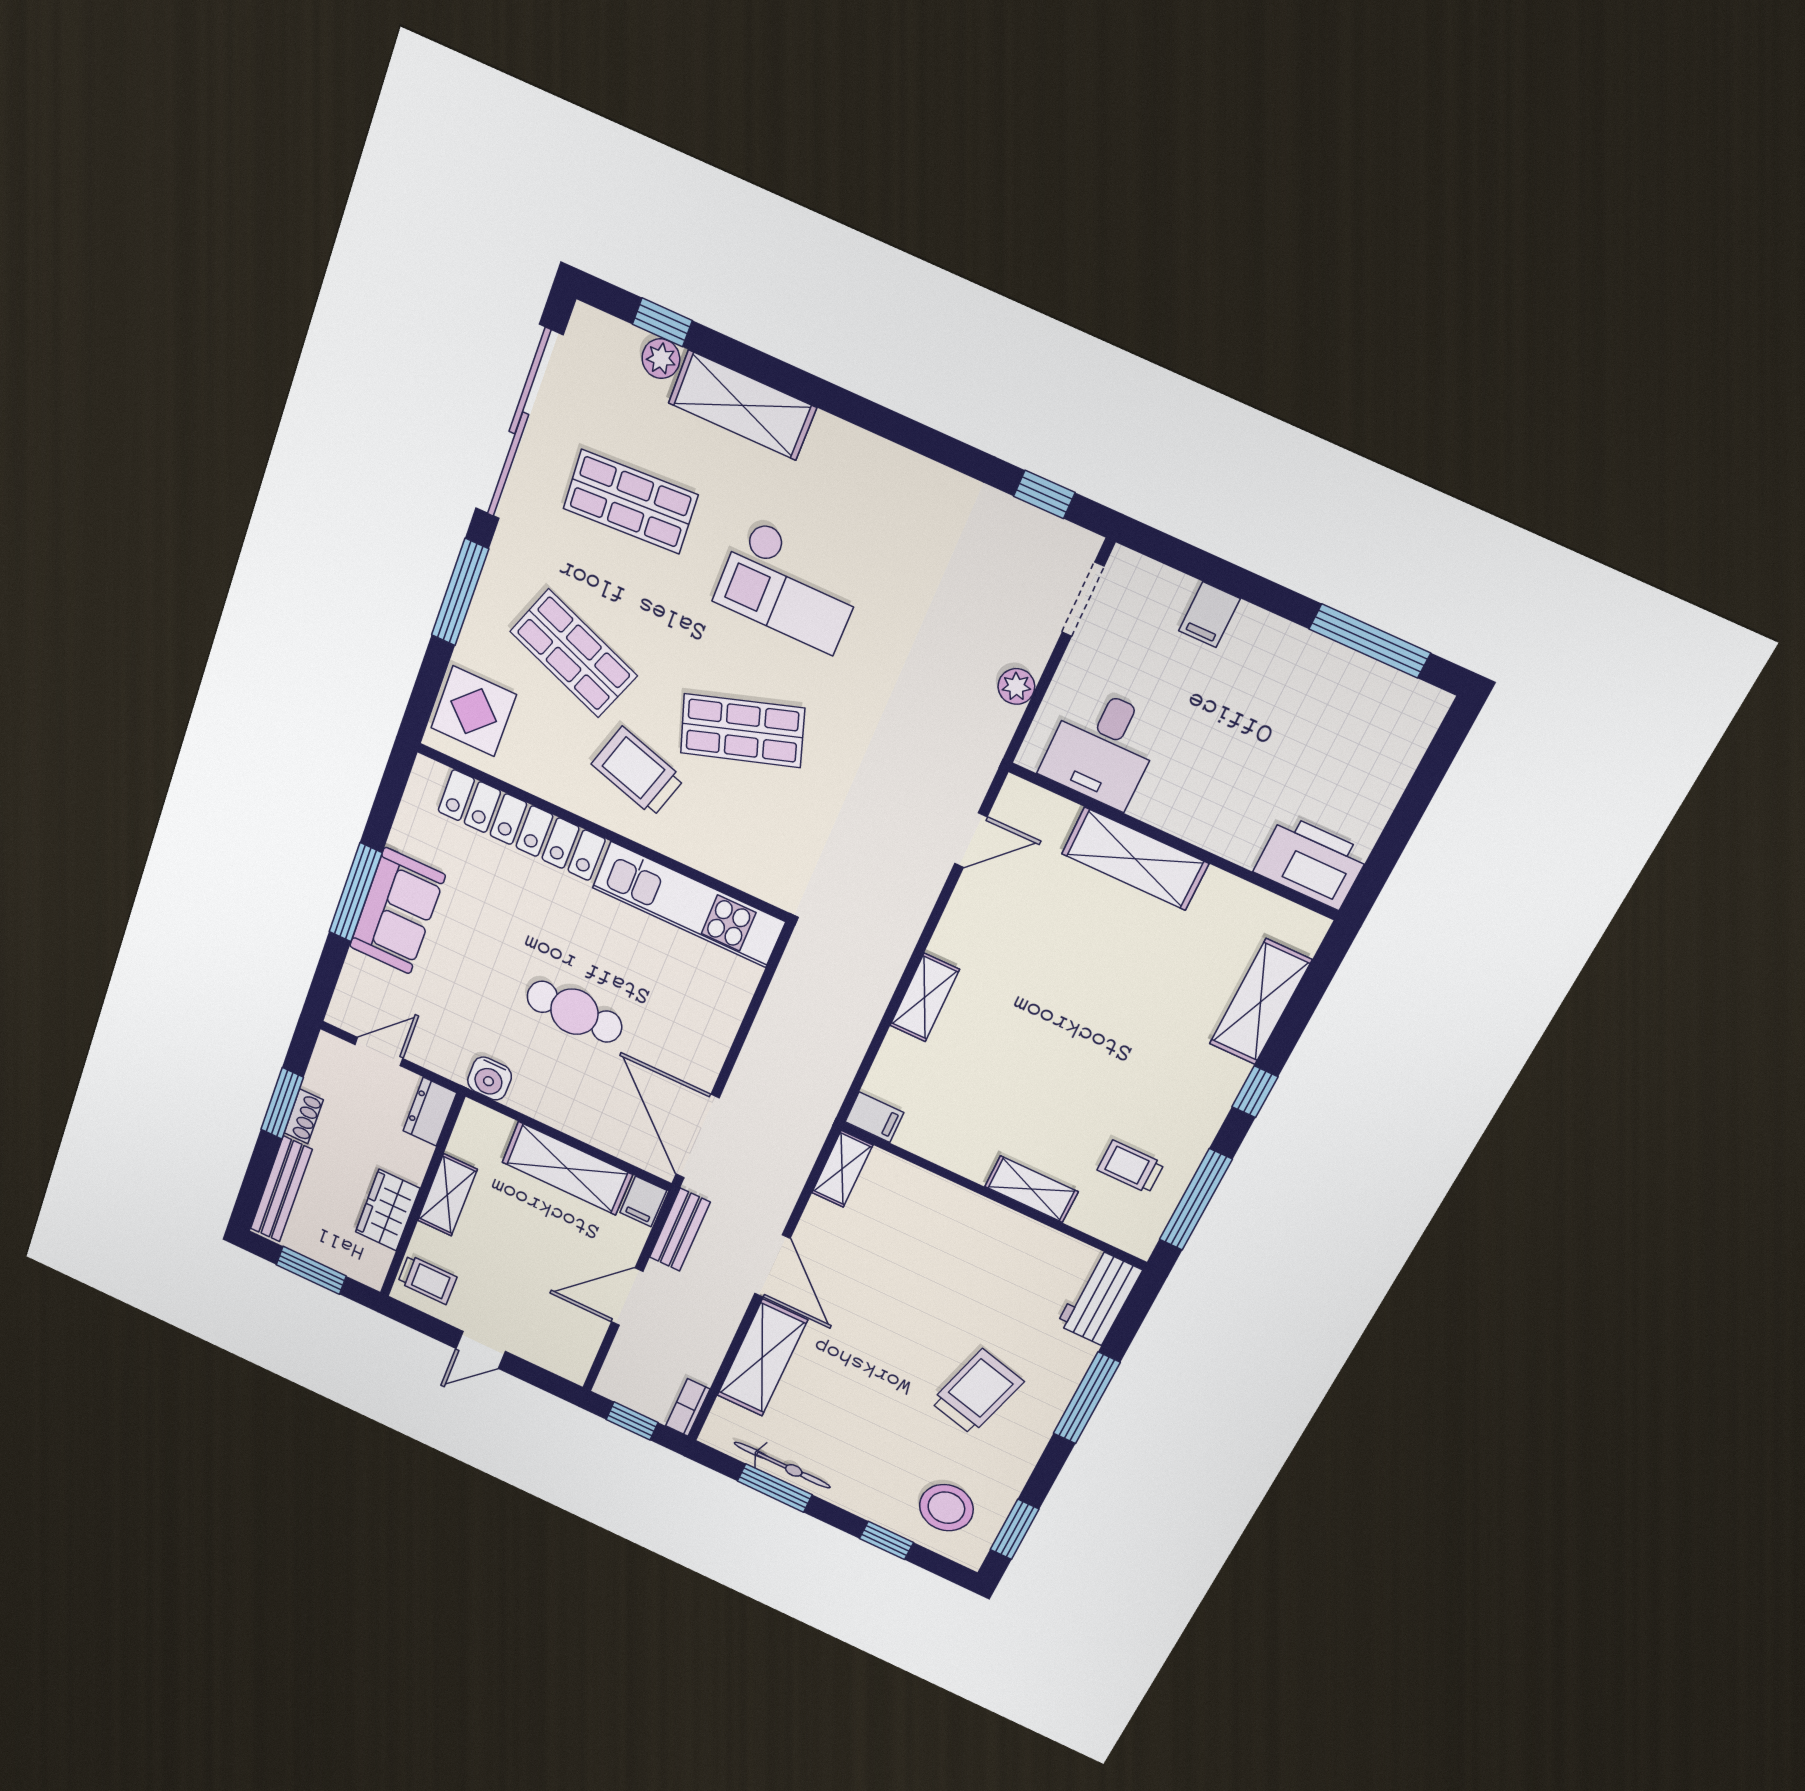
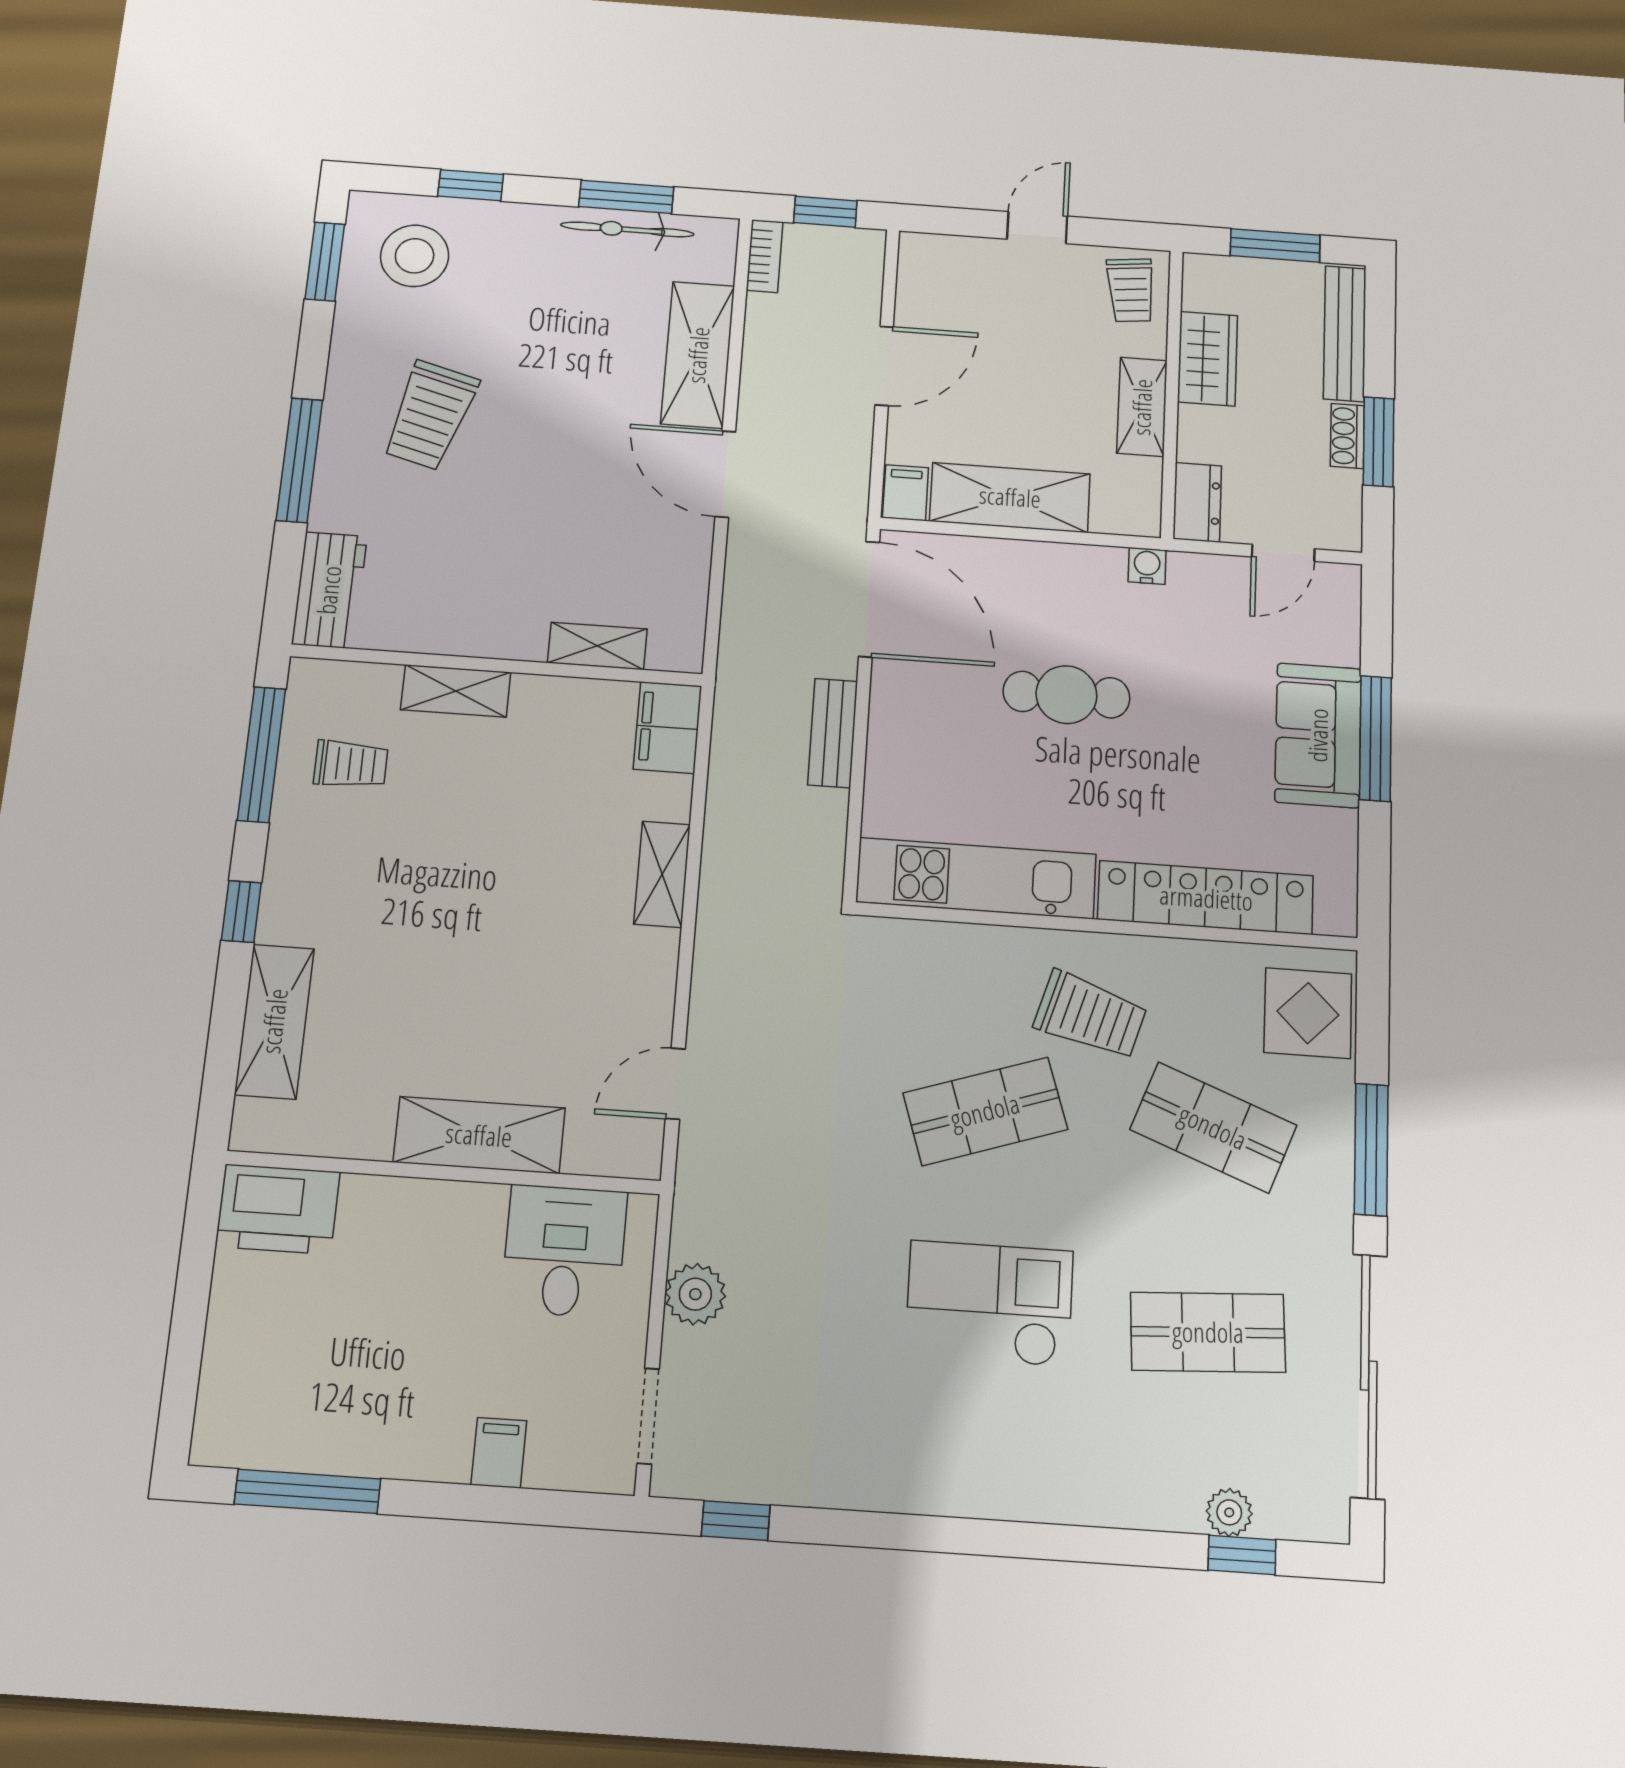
shelving: (742, 405) -> (1117, 1494), removed
plant: (1016, 686) -> (695, 1294), width x1.38, depth x1.38
water cooler: (490, 1079) -> (1147, 566), width x0.72, depth x0.72
filing cabinet: (874, 1117) -> (667, 727), width x2.00
shelving: (842, 1169) -> (597, 646), moved, turned 90
bench: (680, 1230) -> (833, 733), moved
trolley: (427, 1280) -> (1131, 290), turned -96

